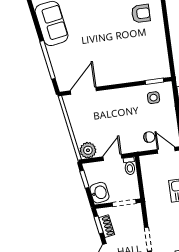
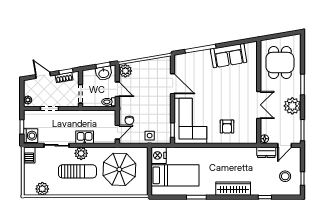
corner sofa: (140, 60) -> (190, 121), added
door: (83, 91) -> (173, 84), moved
side table: (154, 98) -> (150, 136), moved
washbasin: (99, 193) -> (104, 73), moved

